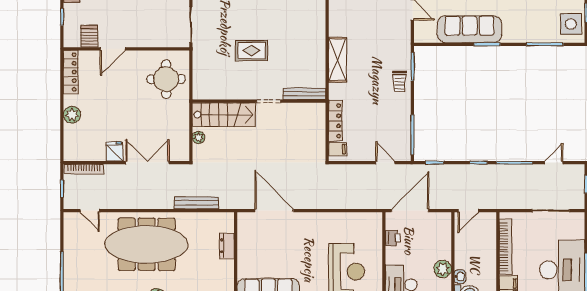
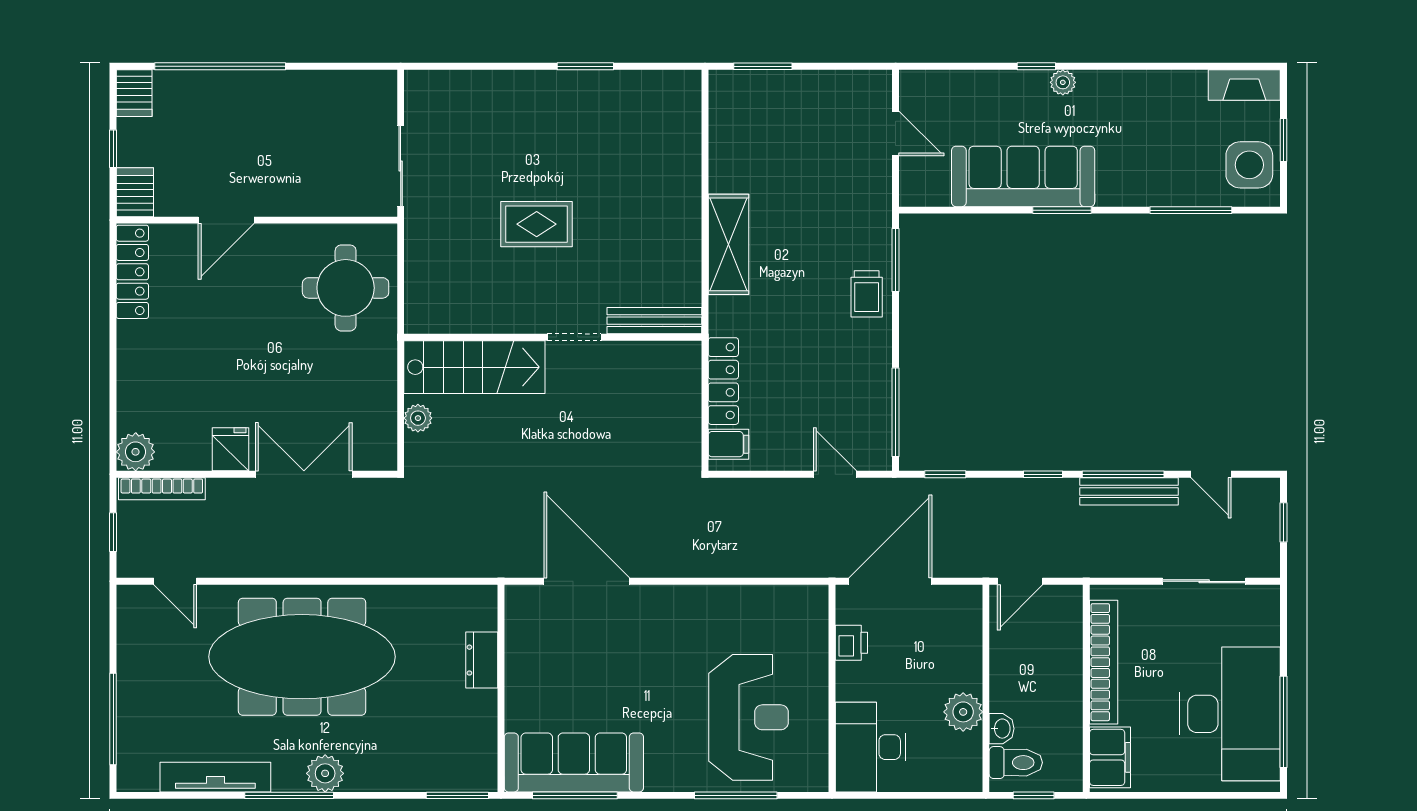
server rack: (89, 36) -> (135, 192), moved
plant: (72, 115) -> (136, 452), moved
door: (554, 163) -> (1211, 474), swing flipped
bench: (196, 203) -> (1129, 491), moved

